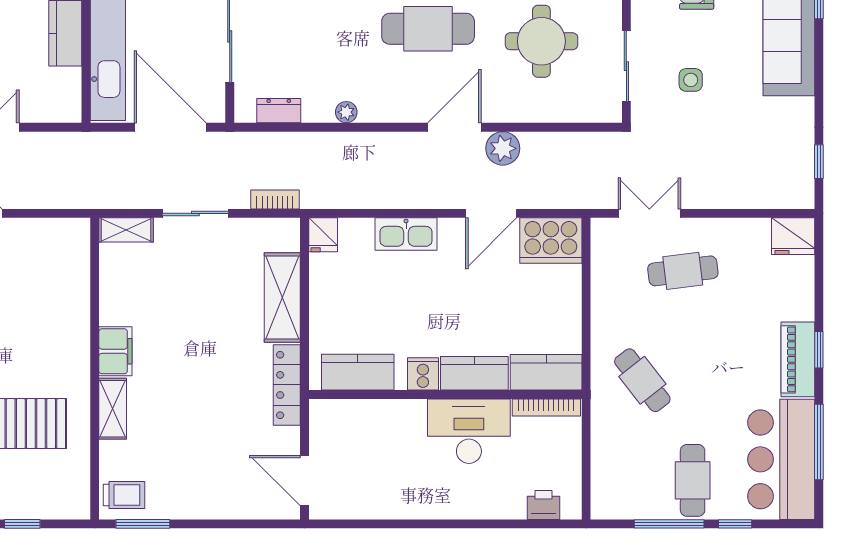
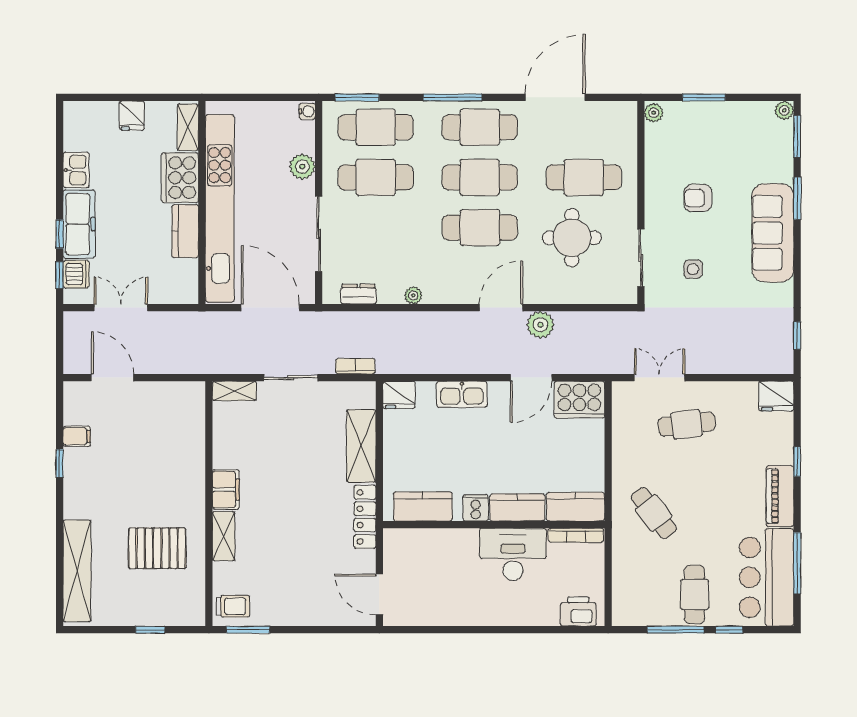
fridge: (323, 235) -> (399, 395), width x1.38
window: (819, 350) -> (797, 462), moved
printer: (544, 505) -> (578, 611), width x1.36, depth x1.24

